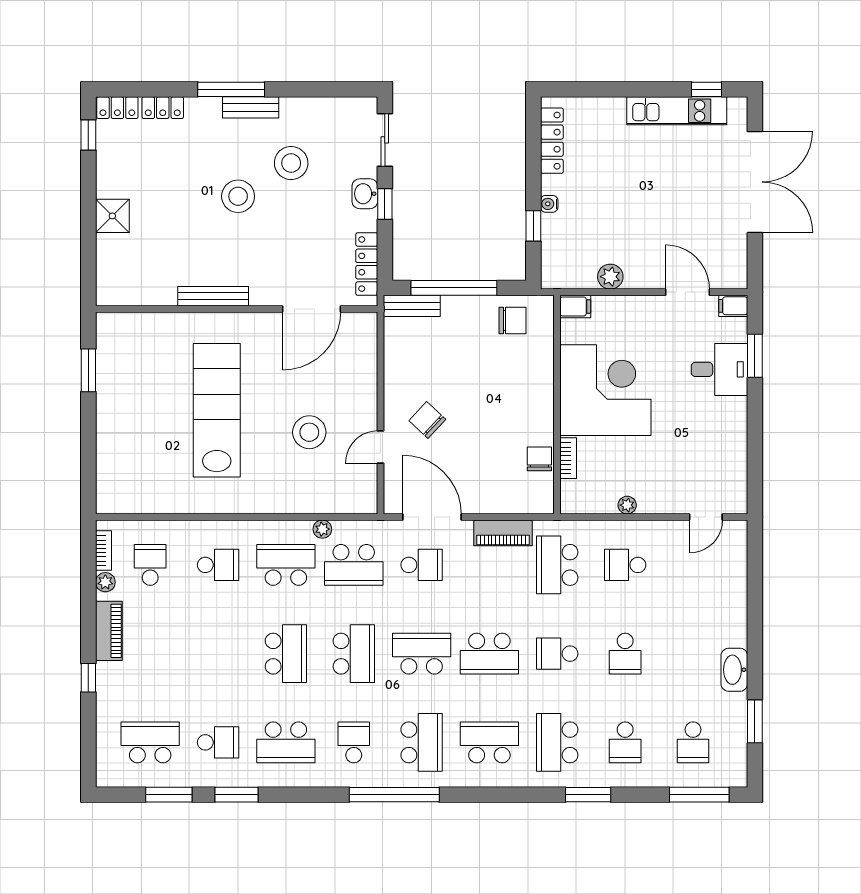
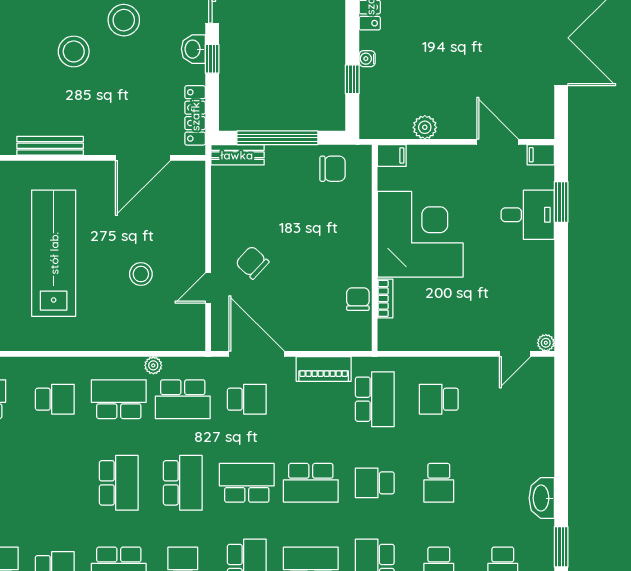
stool: (309, 432) -> (141, 274), width x0.73, depth x0.73
plant: (627, 505) -> (546, 343), moved
school desk: (557, 565) -> (375, 399), turned 180

